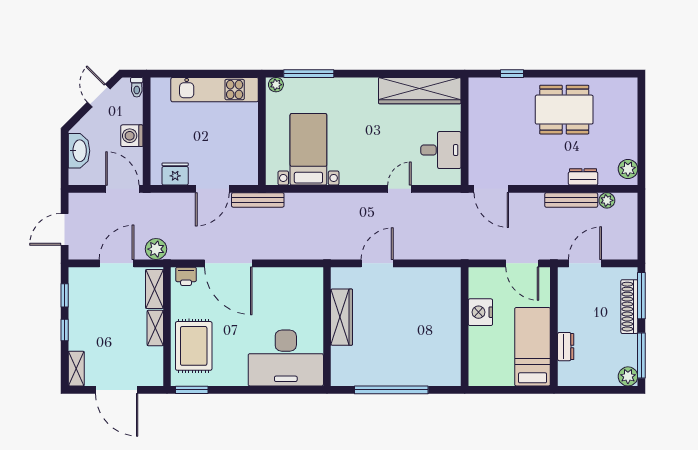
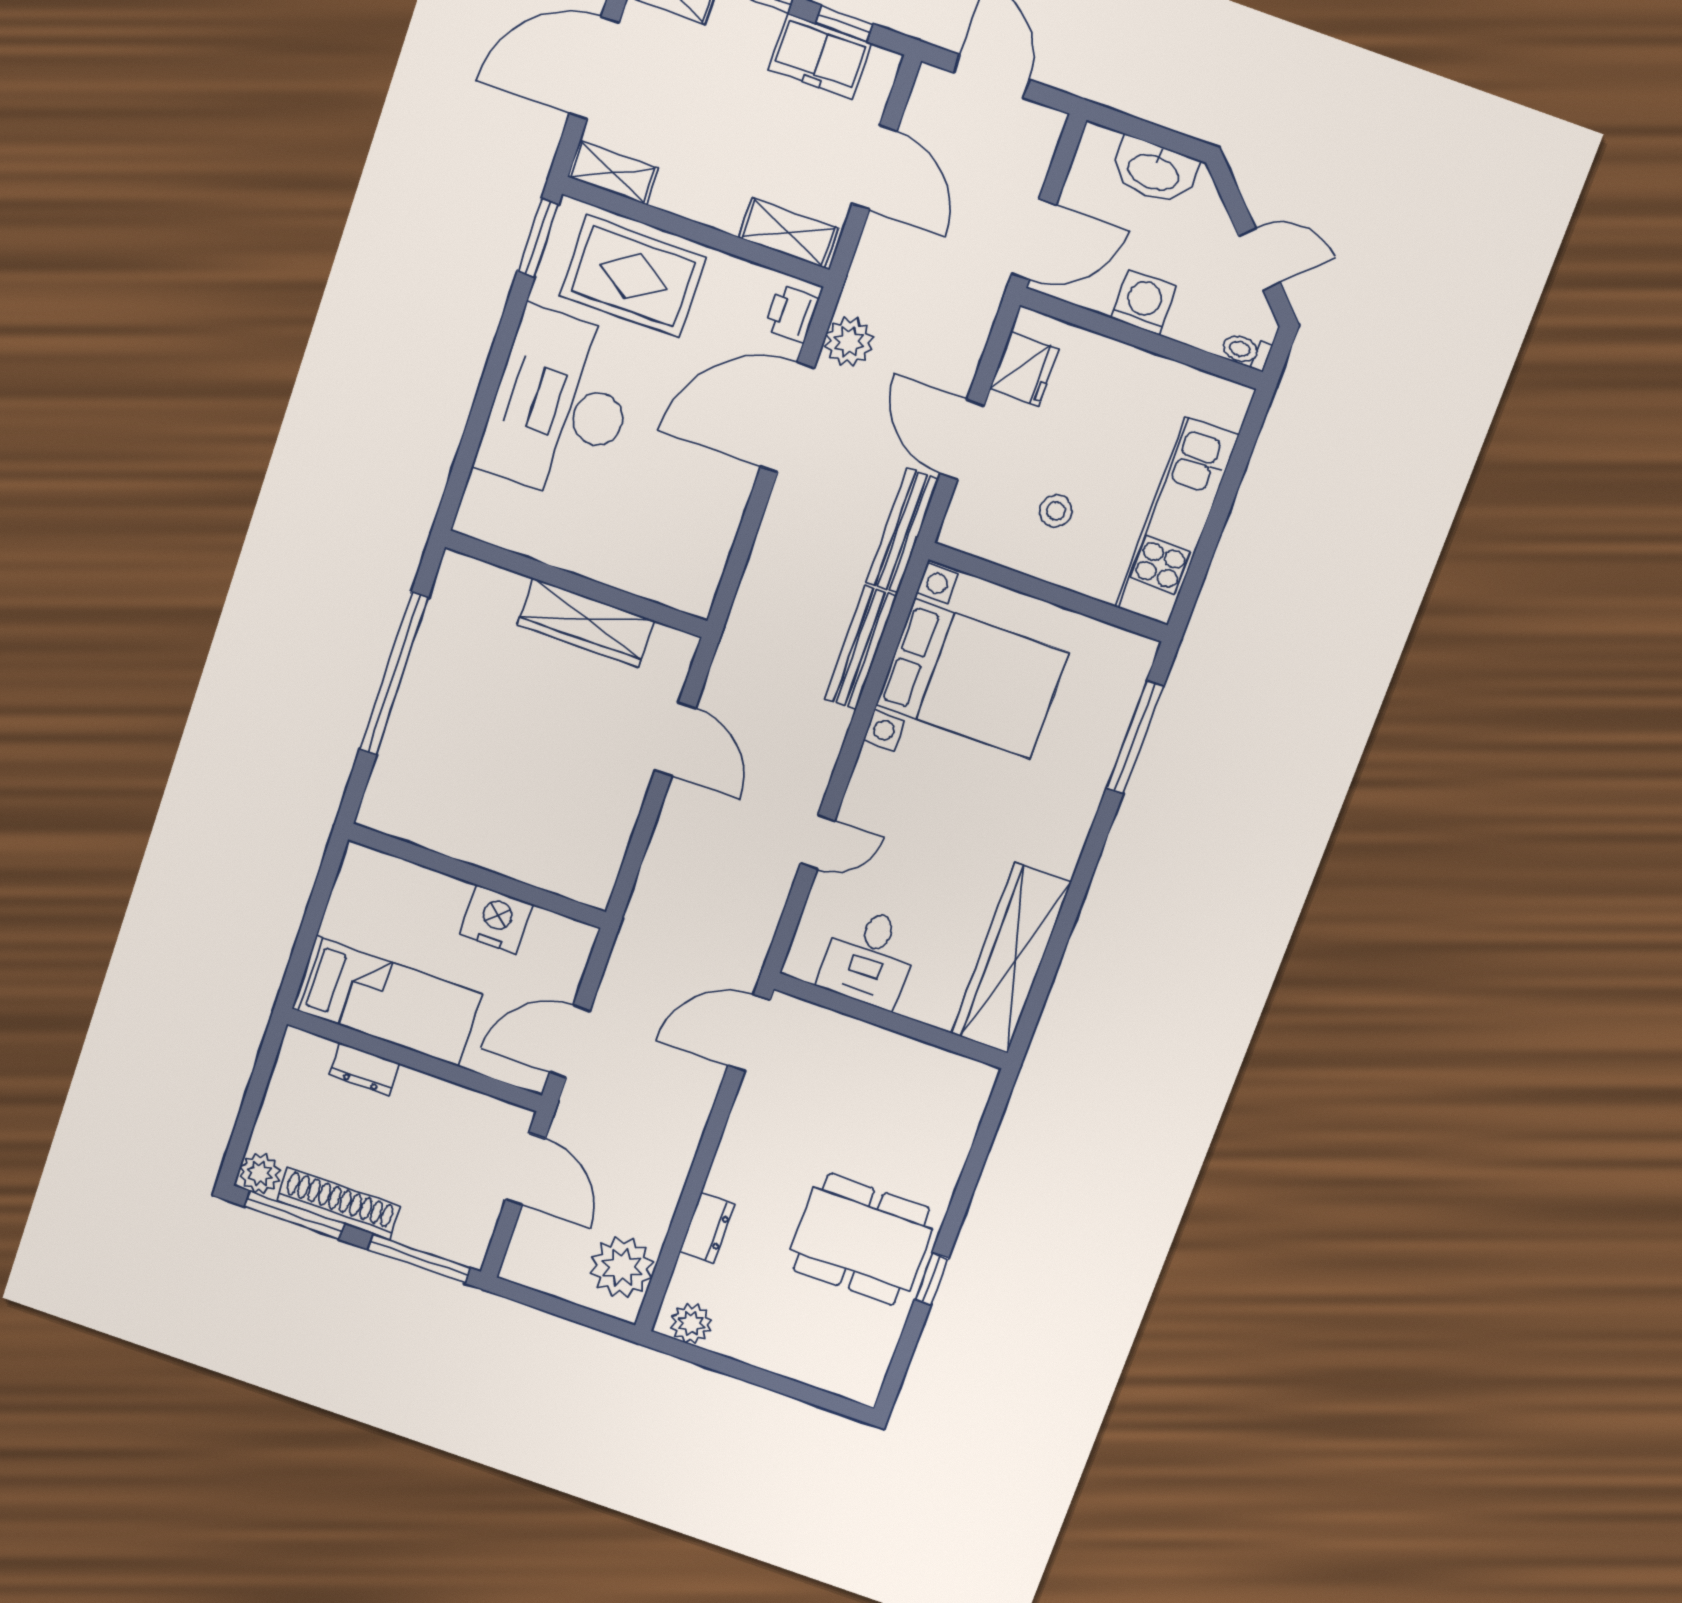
window: (512, 74) -> (931, 1279), moved
plant: (276, 85) -> (1138, 658), removed
dining table: (564, 110) -> (861, 1239), turned 90
stool: (228, 140) -> (1056, 511), added
bed with nightstands: (308, 149) -> (972, 679), width x1.36
door: (399, 189) -> (818, 842), hinge flipped
bench: (571, 200) -> (861, 648), moved
plant: (607, 200) -> (622, 1267), width x1.87, depth x1.87
plant: (156, 249) -> (849, 342), moved
freezer: (81, 301) -> (820, 56), added
shoe rack: (629, 307) -> (339, 1204), moved
shelving: (155, 328) -> (613, 173), moved
desk: (286, 358) -> (560, 405), moved

